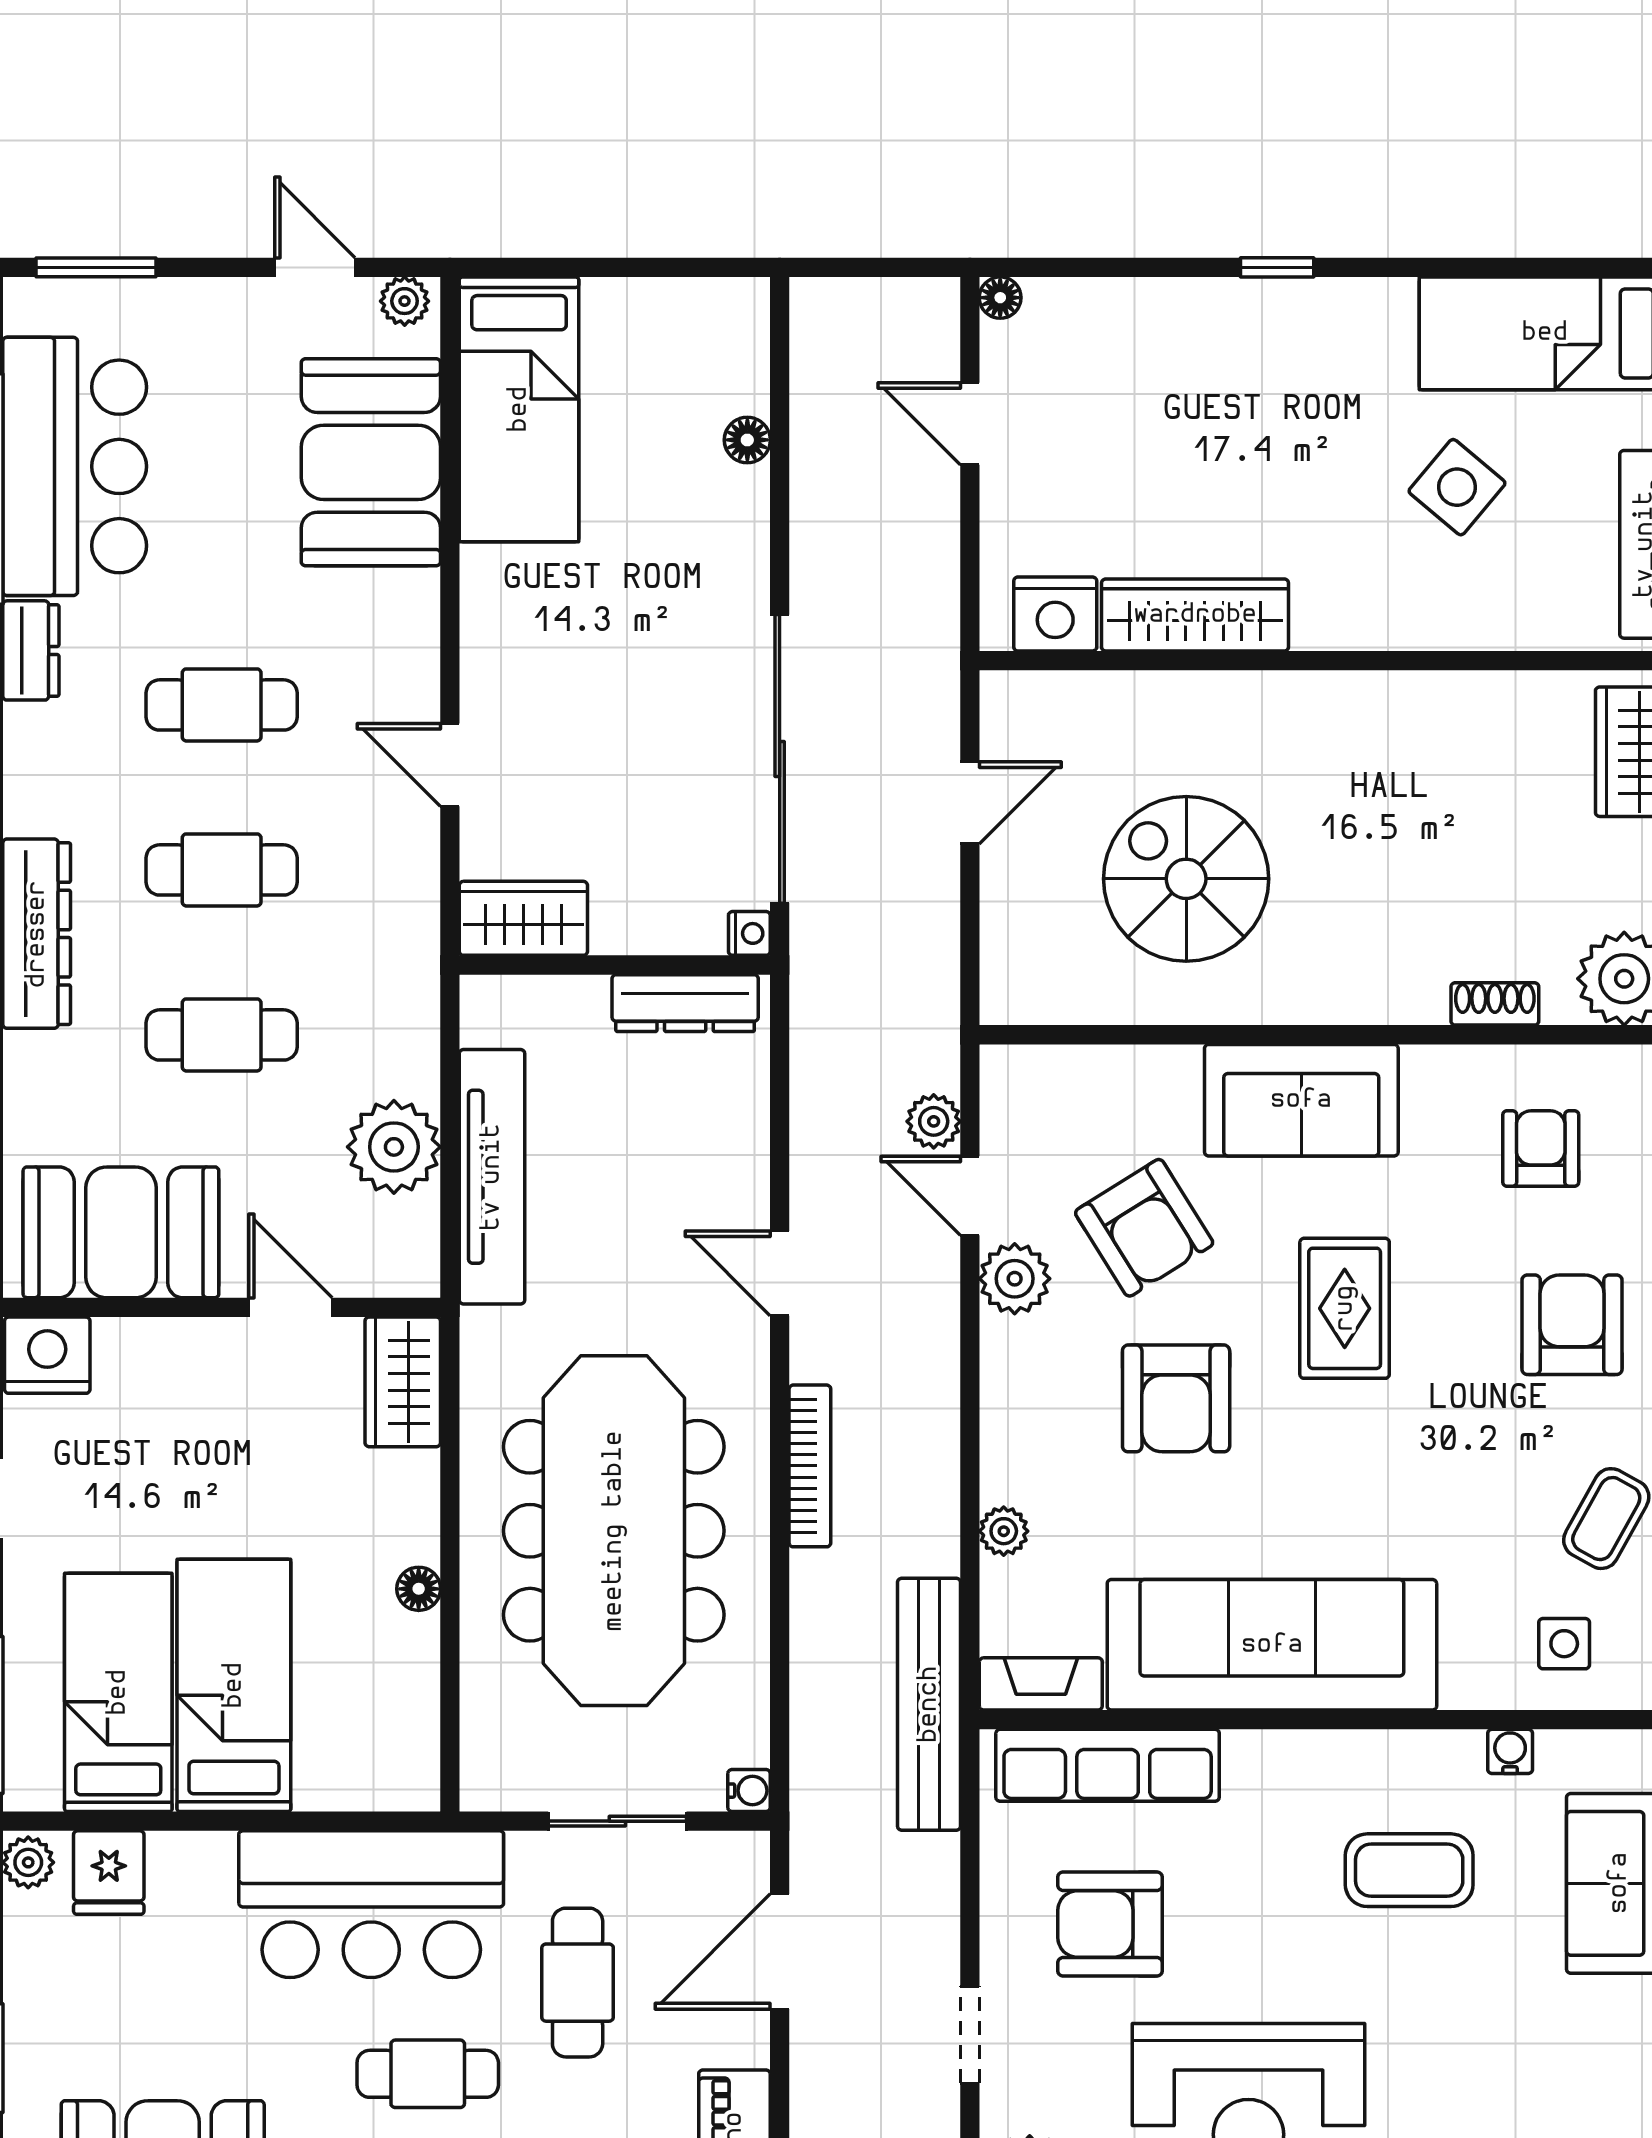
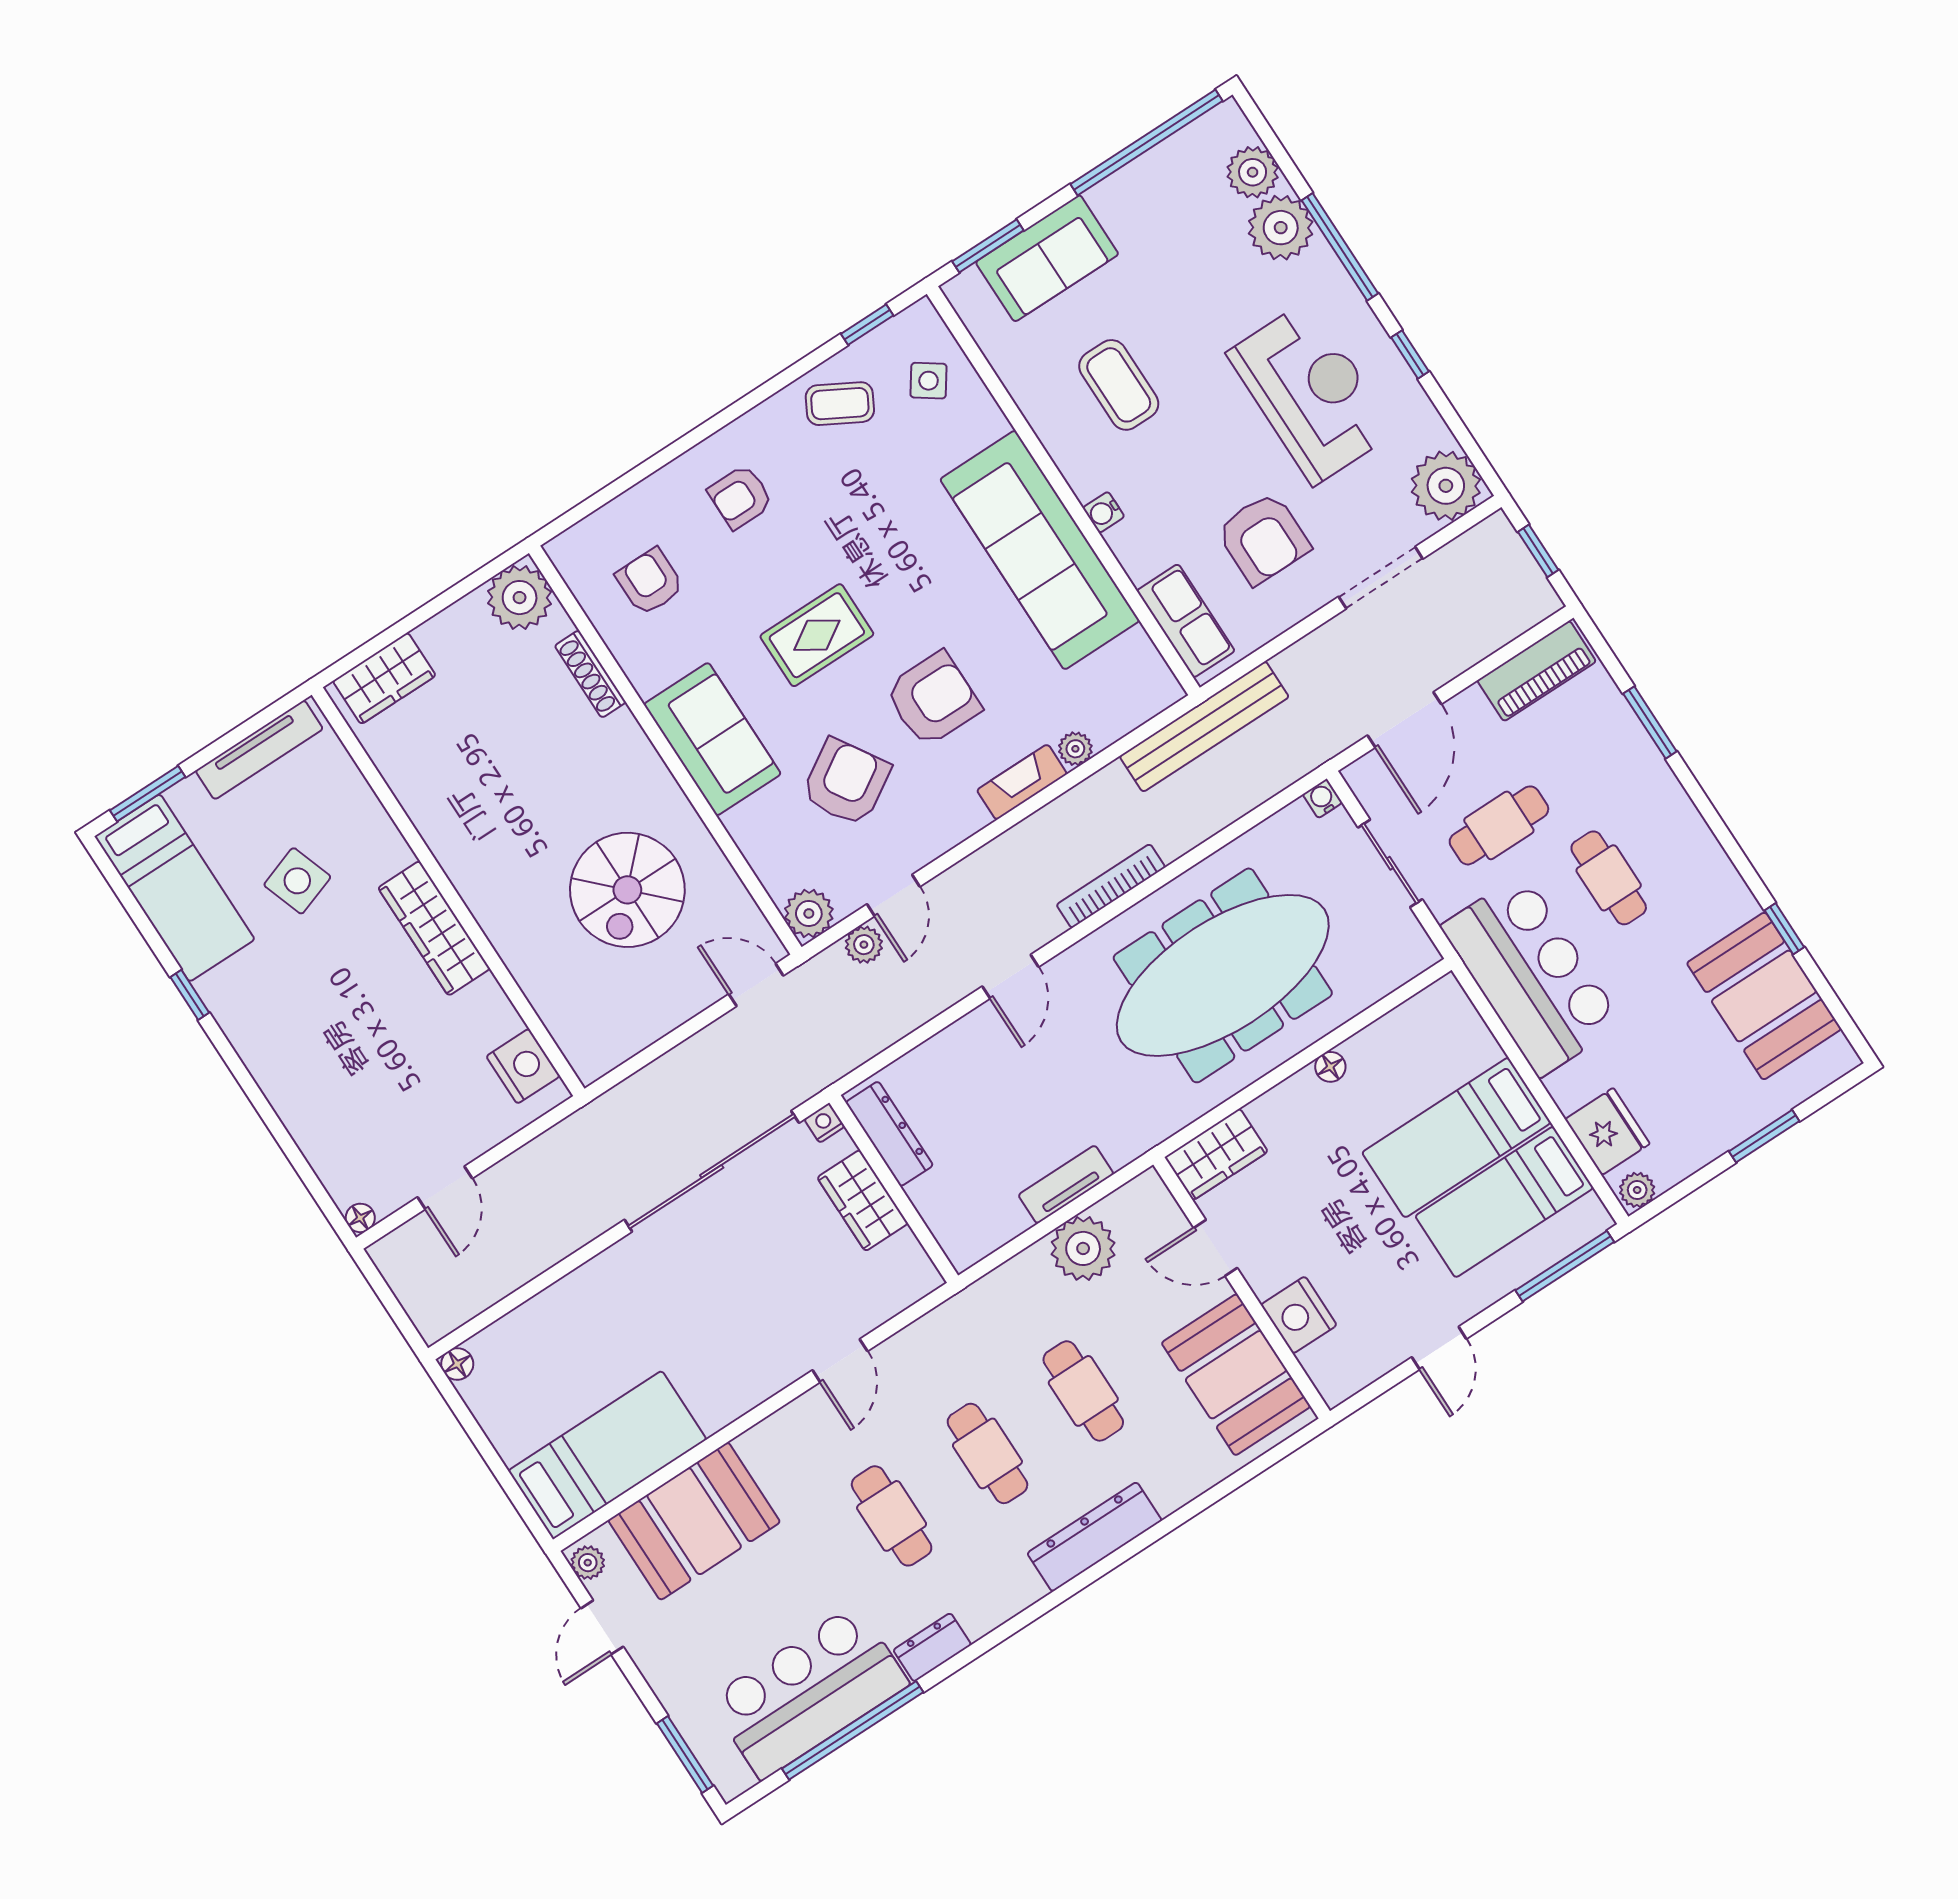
window: (1277, 267) -> (190, 995), moved
floor lamp: (747, 440) -> (457, 1364), moved
side table: (1457, 487) -> (297, 881), turned 31
wardrobe: (1195, 615) -> (434, 928), moved
door: (970, 803) -> (756, 985), moved
wardrobe: (523, 918) -> (863, 1200), moved
shoe rack: (1495, 1004) -> (590, 674), width x1.43
armchair: (1541, 1149) -> (650, 582), turned 90
tv unit: (492, 1177) -> (1066, 1184), width x0.52, depth x0.78
plant: (1015, 1279) -> (809, 913), moved
door: (290, 1307) -> (1216, 1248), hinge flipped
armchair: (1572, 1325) -> (740, 497), width x0.72, depth x0.72
nightstand: (47, 1355) -> (1299, 1315), moved
side table: (1564, 1644) -> (929, 381), turned 35
fireplace: (1041, 1684) -> (1022, 782), moved, turned 90
water cooler: (1510, 1751) -> (1104, 512), moved
row of seats: (1108, 1765) -> (1186, 621), width x0.68
fridge: (109, 1873) -> (1607, 1131), width x1.38
door: (780, 1952) -> (1404, 720), hinge flipped
doorway: (970, 2035) -> (1381, 578), width x1.38

